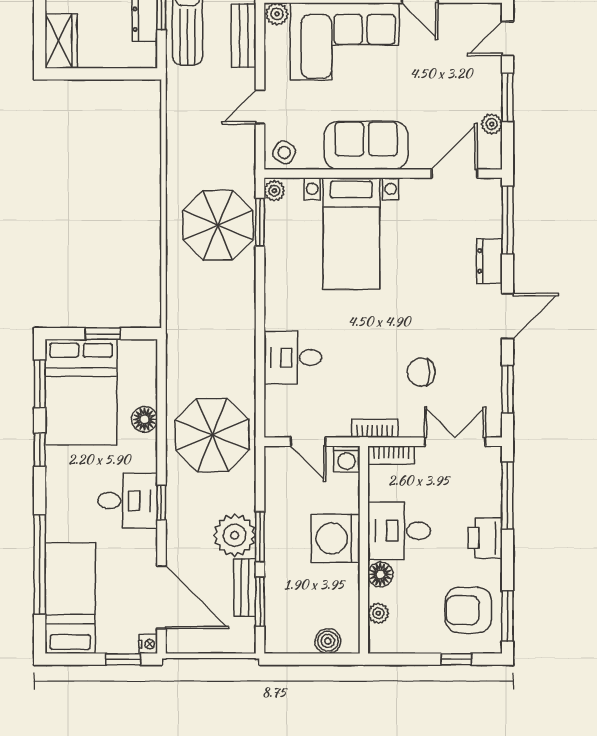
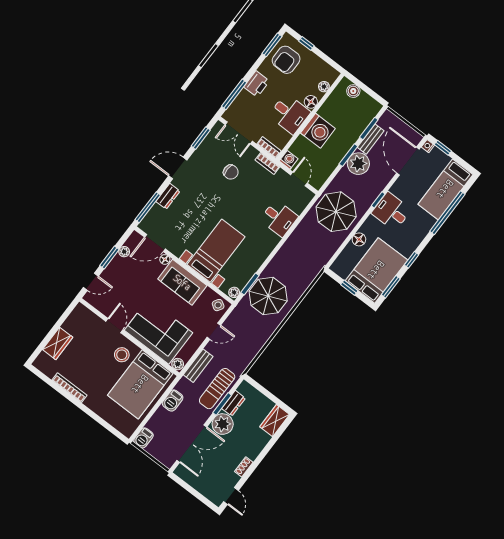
floor lamp: (420, 160) -> (165, 259), added
armchair: (468, 610) -> (286, 60), turned 90

